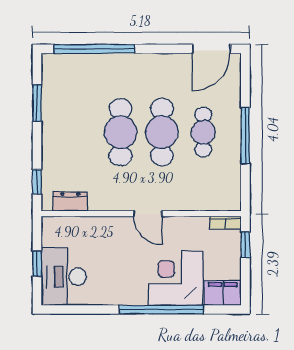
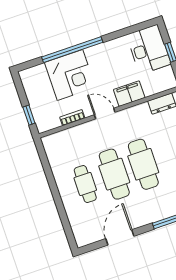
door: (211, 49) -> (120, 237), moved
window: (245, 136) -> (55, 191), removed
bookcase: (225, 223) -> (72, 118), moved
filing cabinet: (223, 293) -> (129, 94), moved, turned 180

